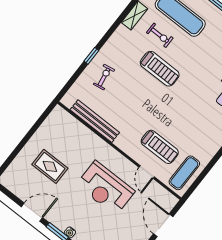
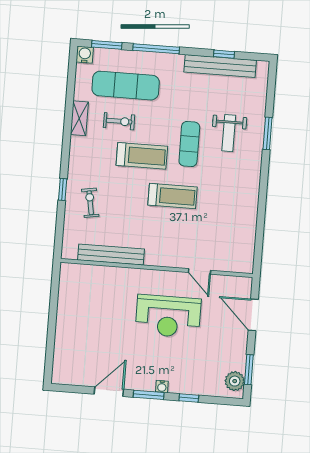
treadmill: (160, 147) -> (173, 196), moved
rug: (50, 166) -> (96, 332), removed
exercise mat: (184, 173) -> (189, 144), moved

